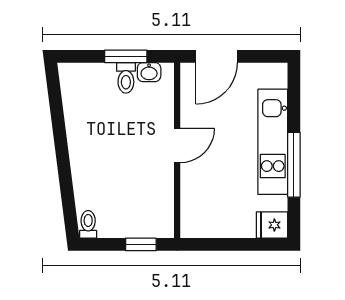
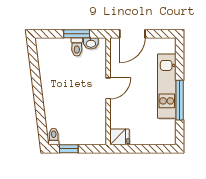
fridge: (272, 225) -> (120, 137), moved, turned 180
window: (141, 244) -> (69, 149), moved

